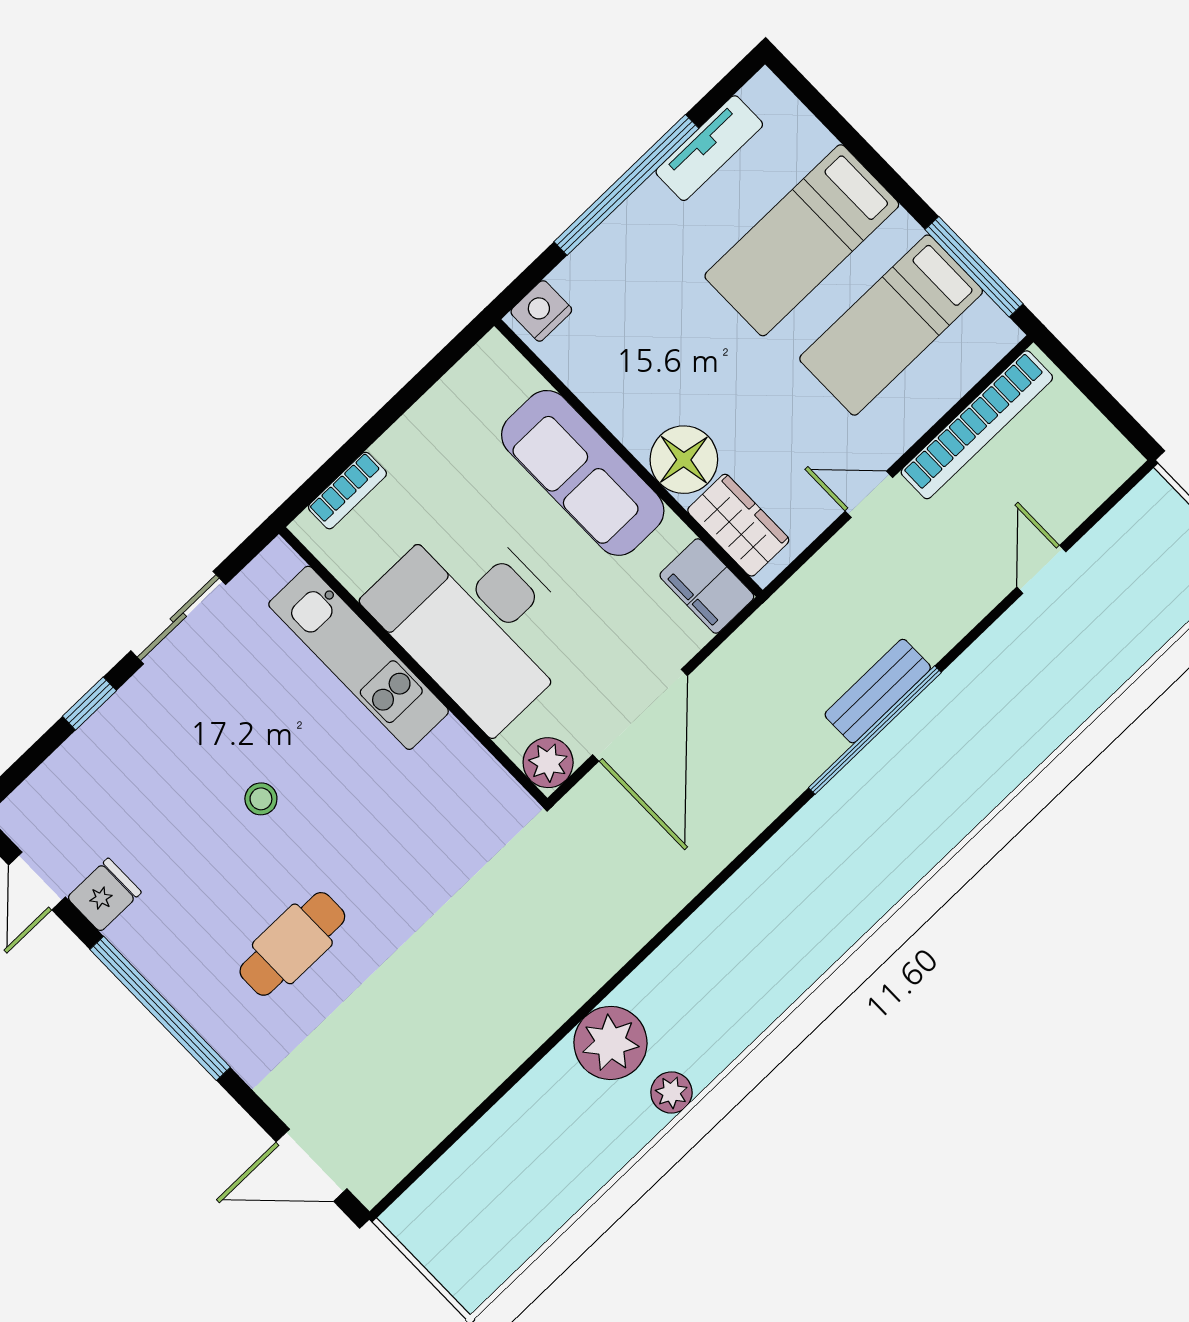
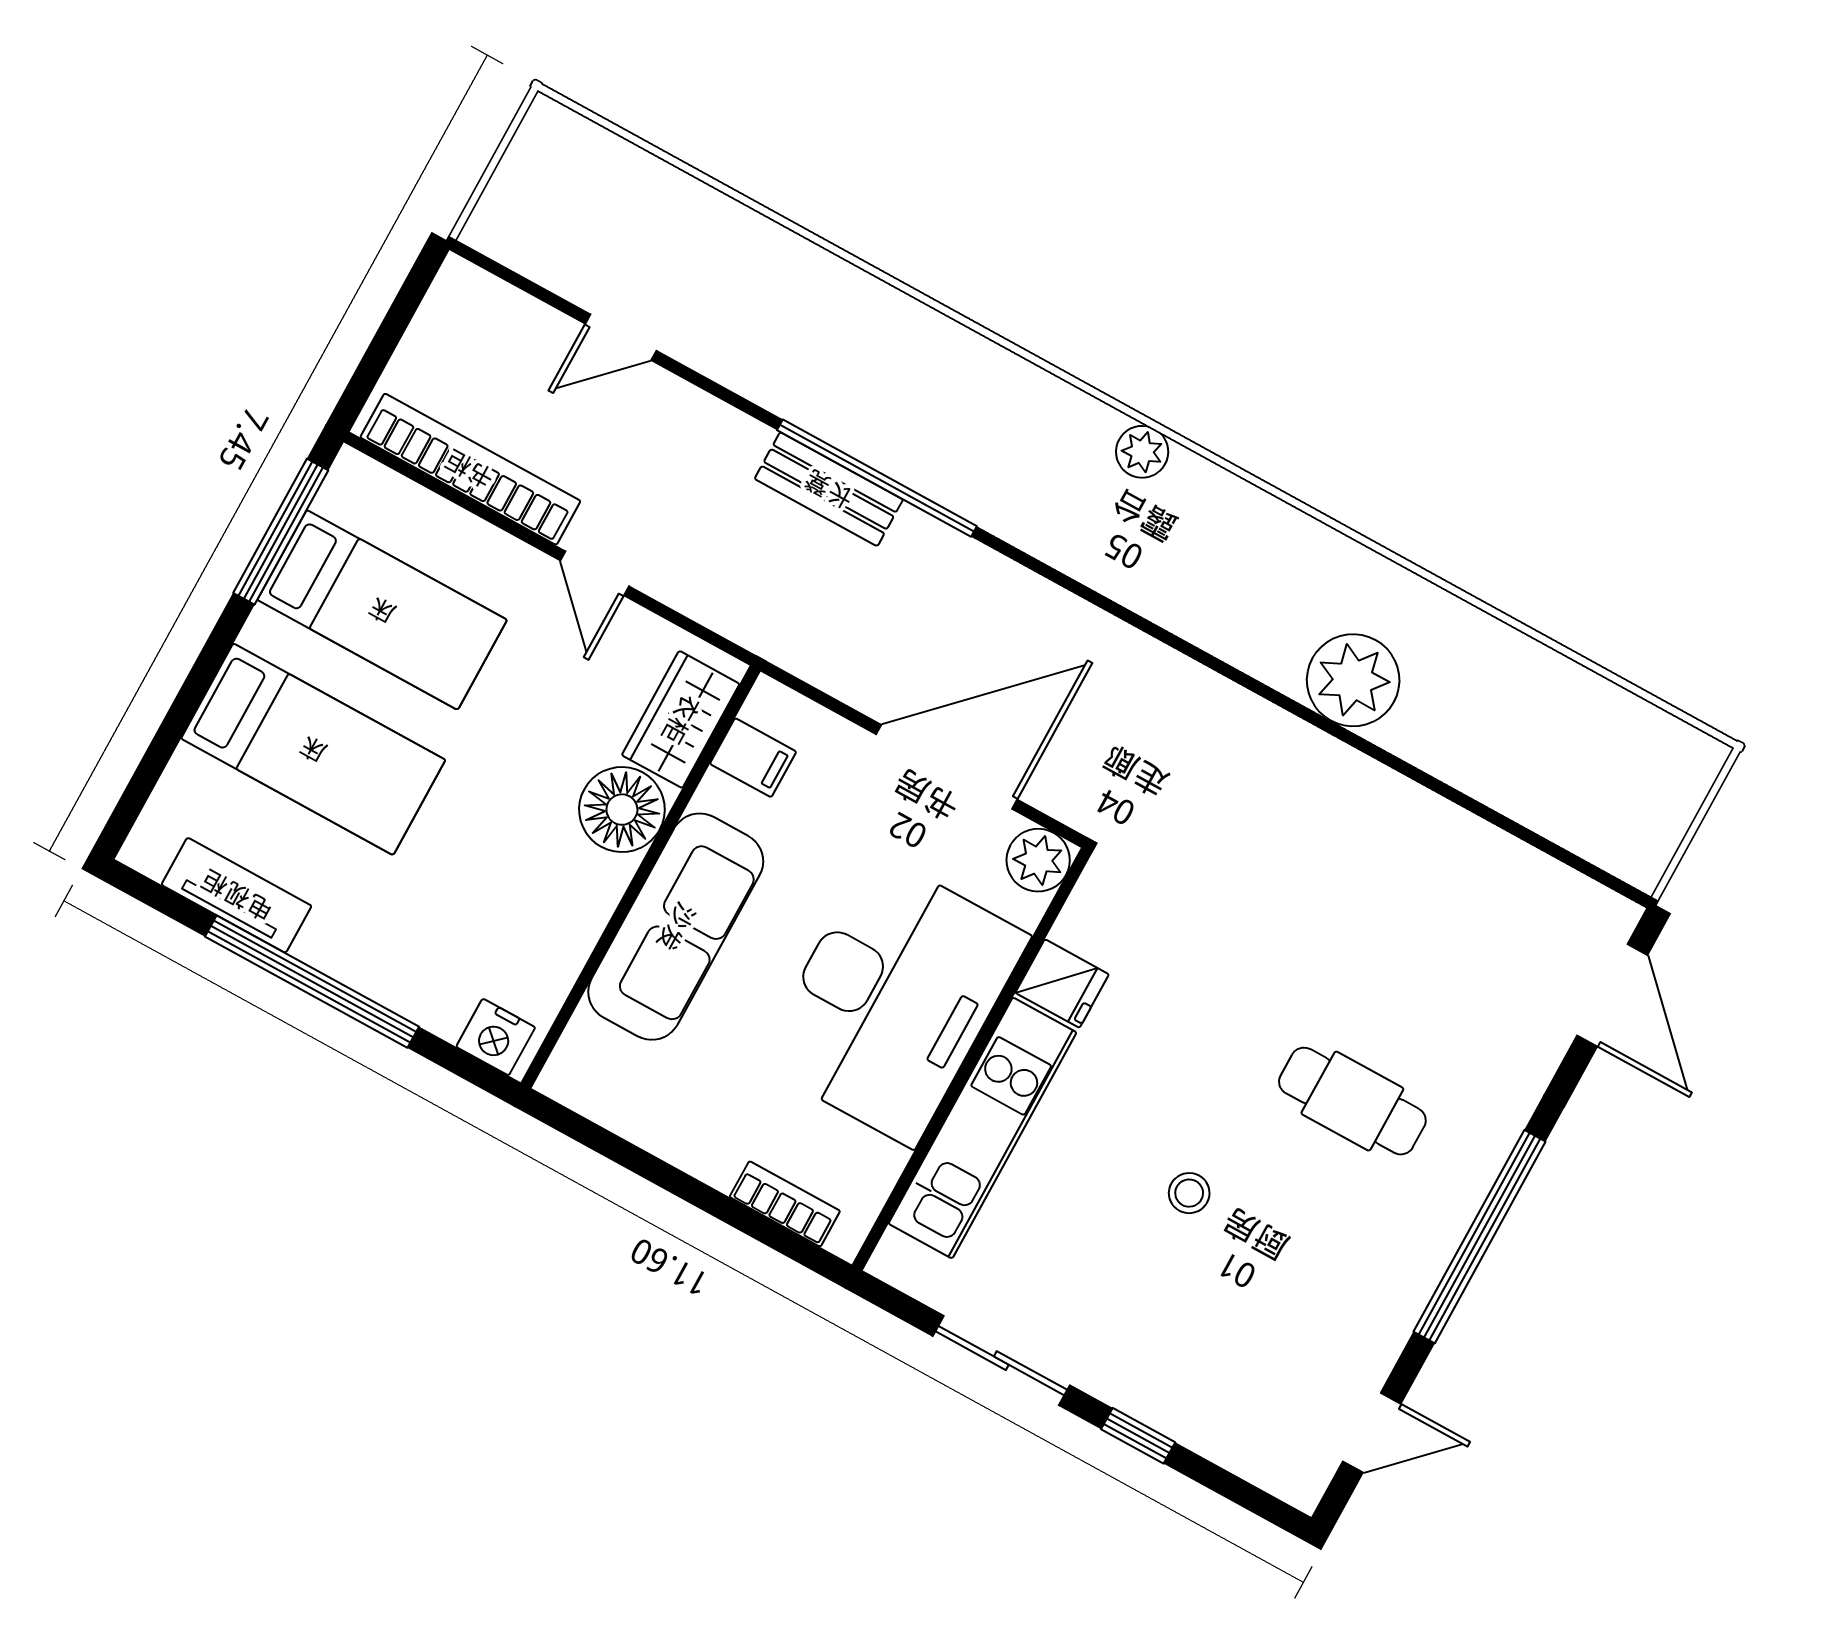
filing cabinet: (707, 586) -> (753, 758), width x0.50
fridge: (104, 895) -> (1062, 984), moved, turned 180
plant: (671, 1093) -> (1142, 452), moved

